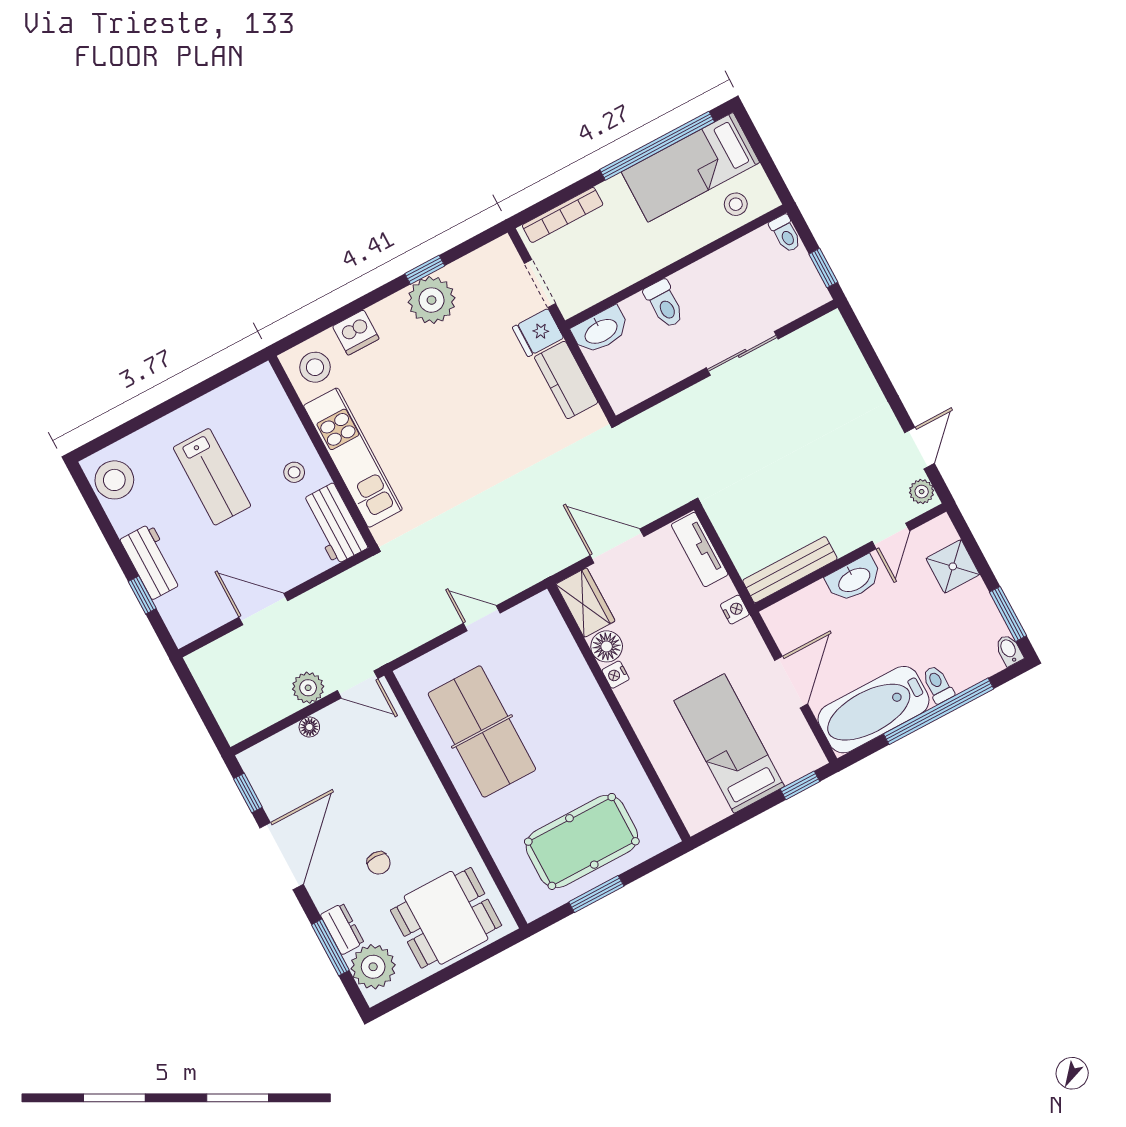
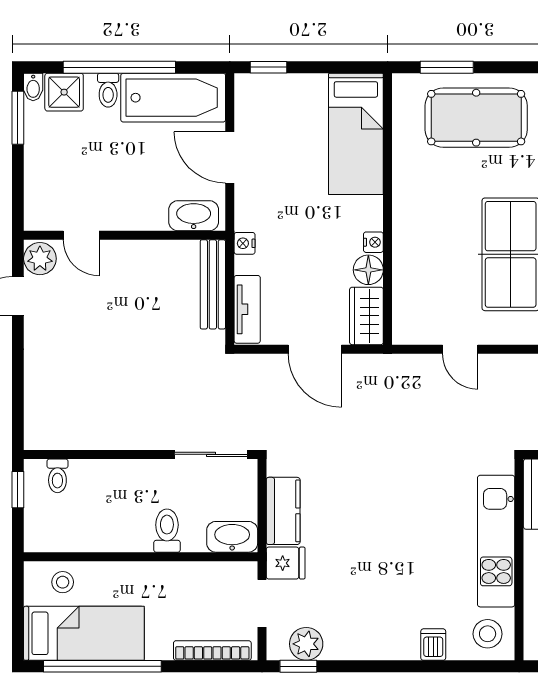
toilet: (785, 234) -> (57, 476), moved, turned 180
window: (425, 270) -> (298, 666), moved
plant: (432, 300) -> (306, 644), moved, width x0.73, depth x0.73
dishwasher: (356, 332) -> (433, 645), width x0.73
sliding door: (742, 353) -> (211, 454), moved
plant: (922, 492) -> (40, 259), width x1.38, depth x1.38
door: (891, 536) -> (81, 235), swing flipped
shower: (953, 566) -> (64, 92), moved
bench: (790, 570) -> (213, 284), moved, turned 90
washbasin: (854, 579) -> (194, 216), moved
door: (791, 682) -> (230, 157), hinge flipped
bed: (729, 744) -> (356, 134), moved
window: (596, 894) -> (447, 67), moved

